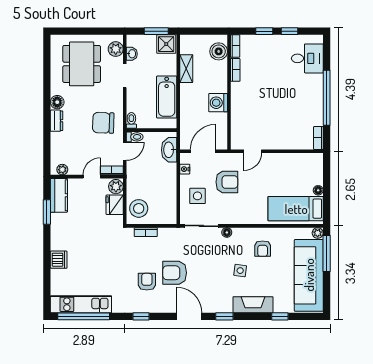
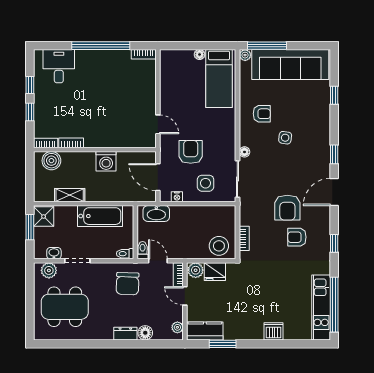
floor lamp: (57, 102) -> (145, 333), moved
fireplace: (253, 305) -> (322, 124), removed

